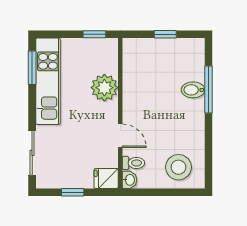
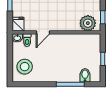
plant: (104, 88) -> (88, 23), moved
bidet: (193, 90) -> (85, 75), moved

